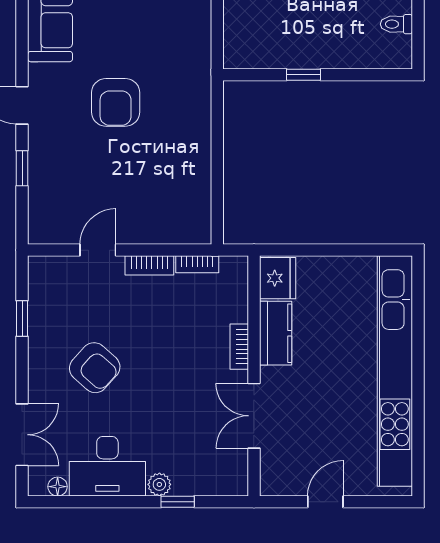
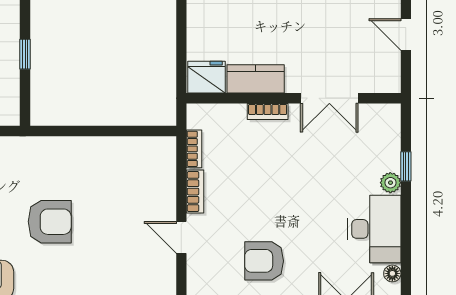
armchair: (95, 368) -> (264, 261), moved, turned -132

